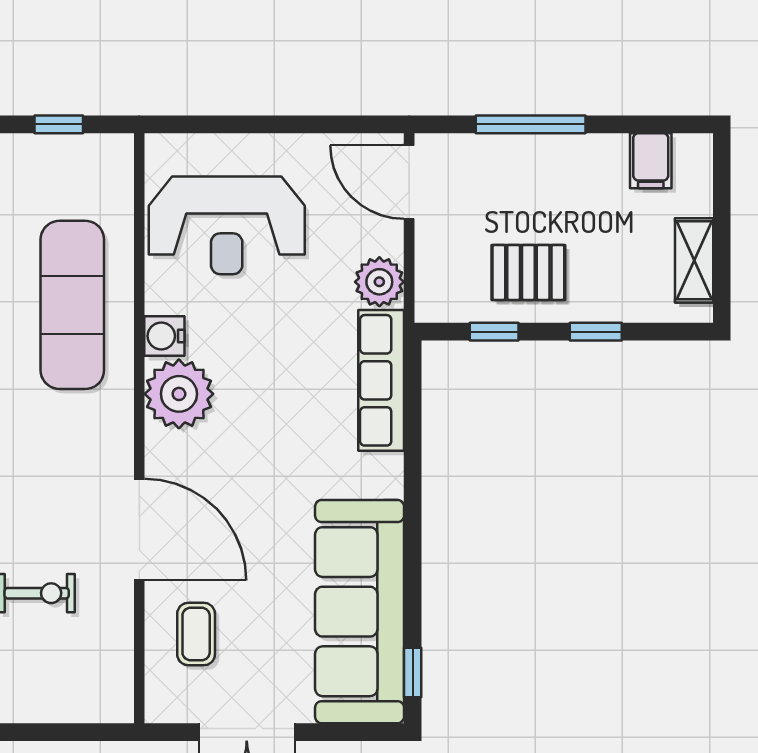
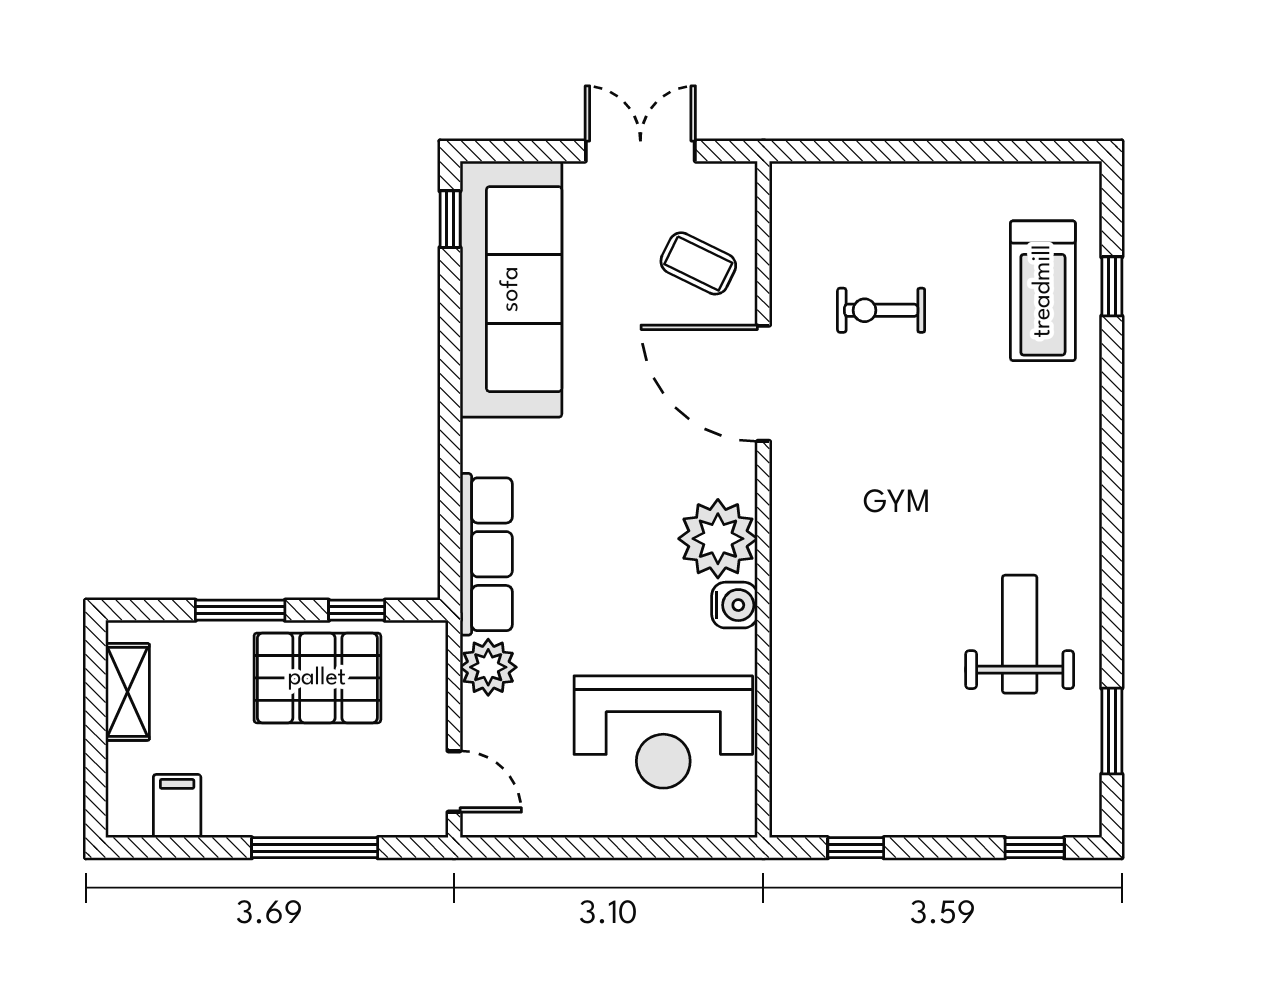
door: (409, 182) -> (454, 781), width x0.73
reception desk: (227, 225) -> (663, 732), turned 180
pallet: (528, 272) -> (317, 678), width x1.50, depth x1.42
exercise mat: (72, 305) -> (840, 641), removed
window: (596, 332) -> (240, 610), width x1.50
coffee table: (196, 634) -> (698, 263), turned -64

